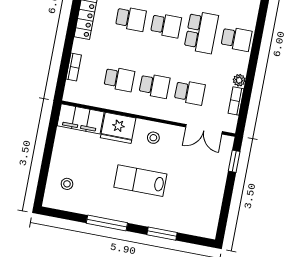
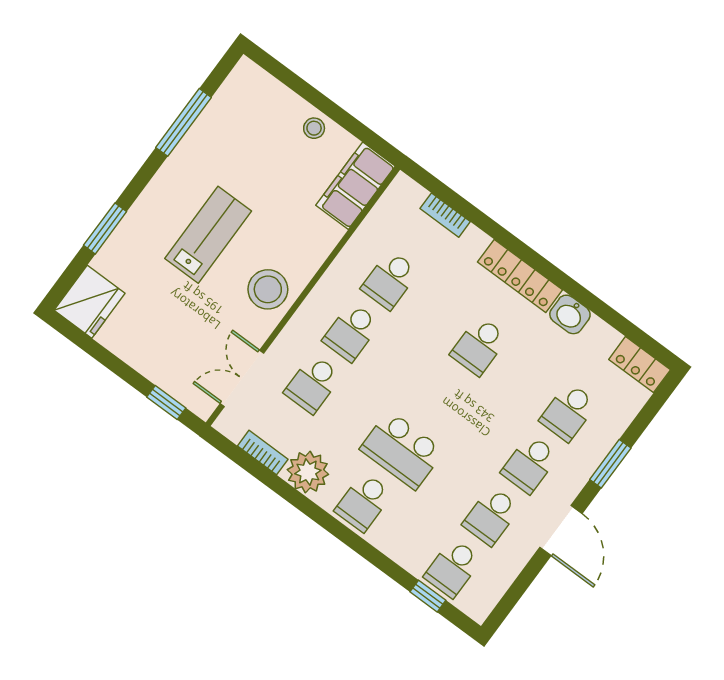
school desk: (166, 25) -> (441, 398), removed
plant: (239, 80) -> (308, 472), width x1.88, depth x1.88
fridge: (118, 128) -> (90, 302), moved, turned 180
stool: (153, 138) -> (268, 289), width x1.89, depth x1.89
stool: (67, 184) -> (314, 128), moved
window: (107, 223) -> (184, 122), moved

